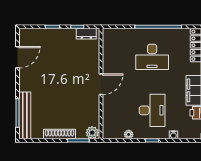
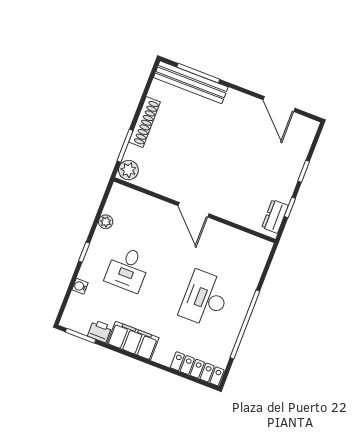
desk: (152, 110) -> (128, 269), width x0.73

